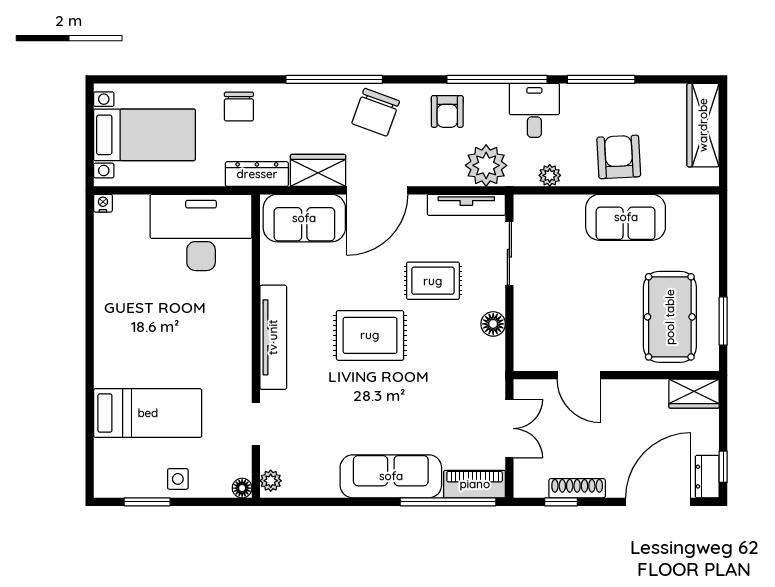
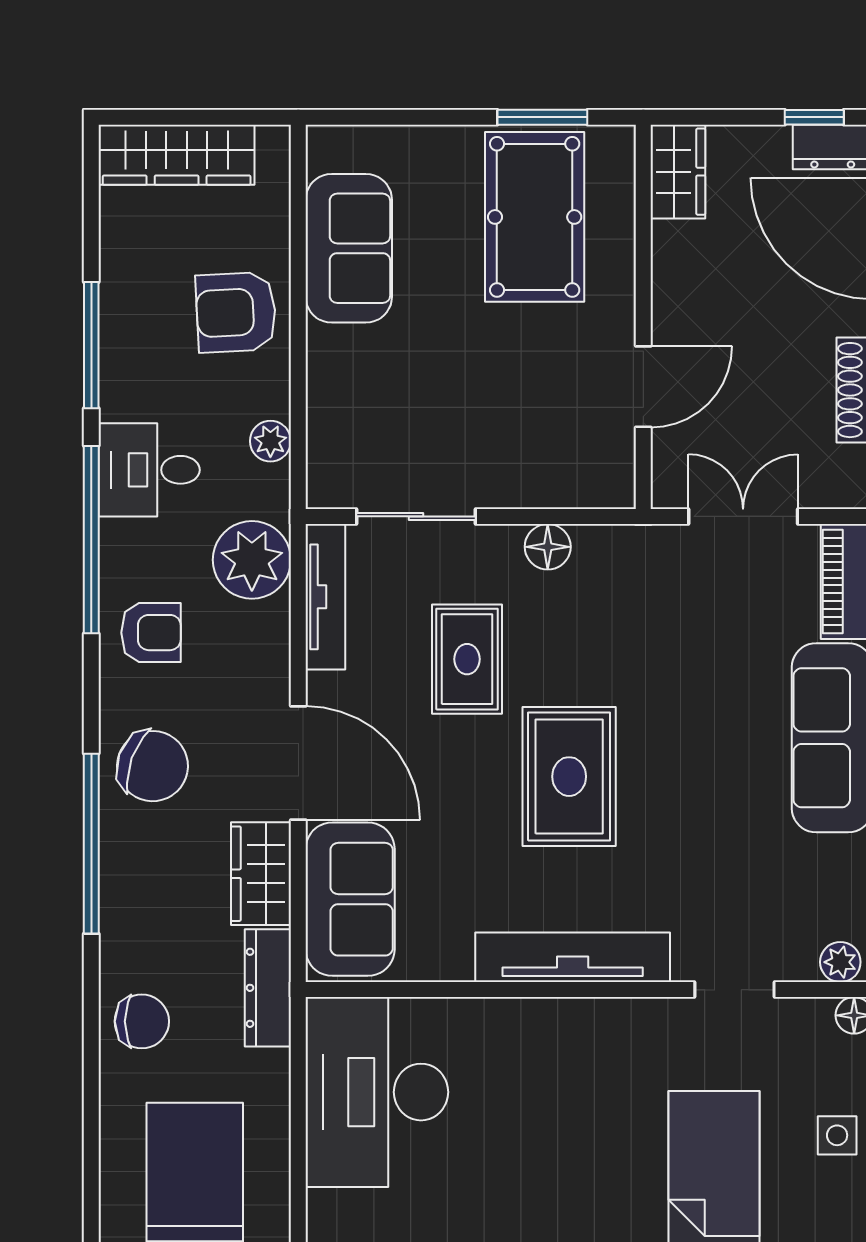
sofa: (626, 217) -> (349, 248), moved
pool table: (670, 317) -> (535, 217), turned 90

